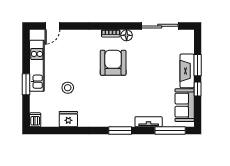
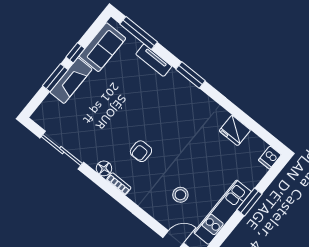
armchair: (113, 63) -> (141, 151), width x0.53, depth x0.53
stool: (68, 88) -> (180, 195), moved

